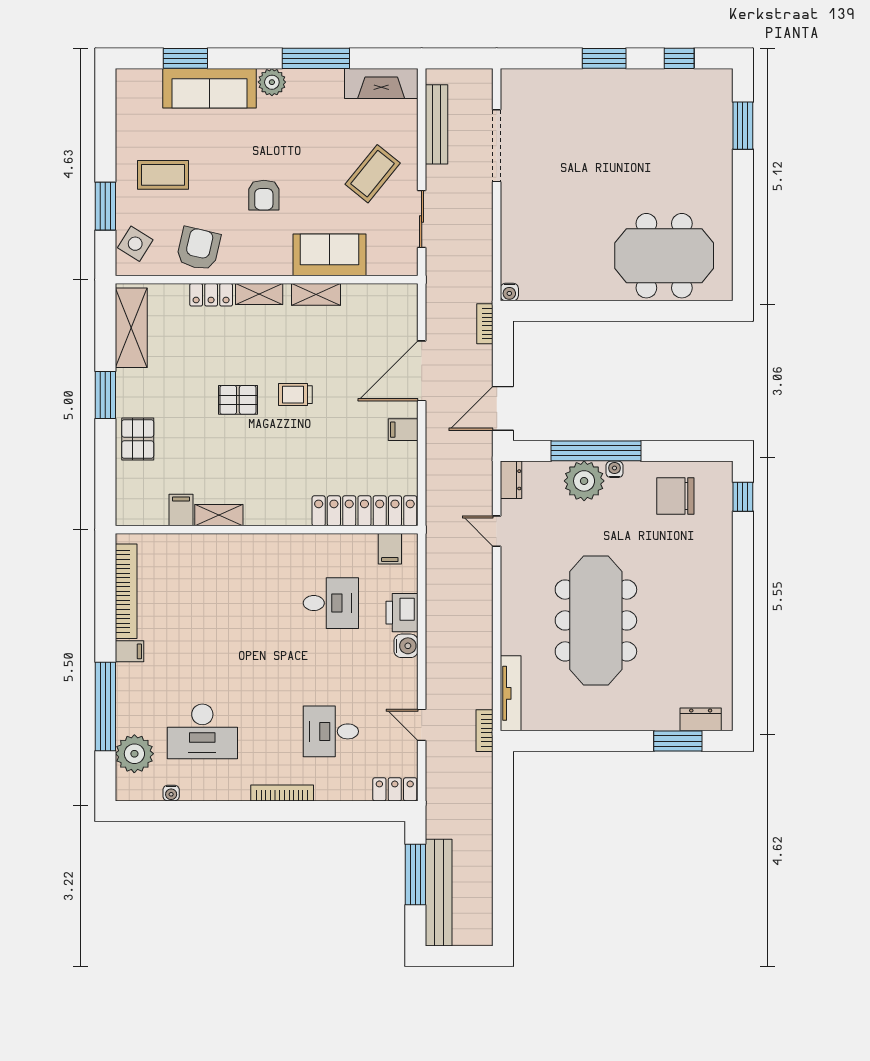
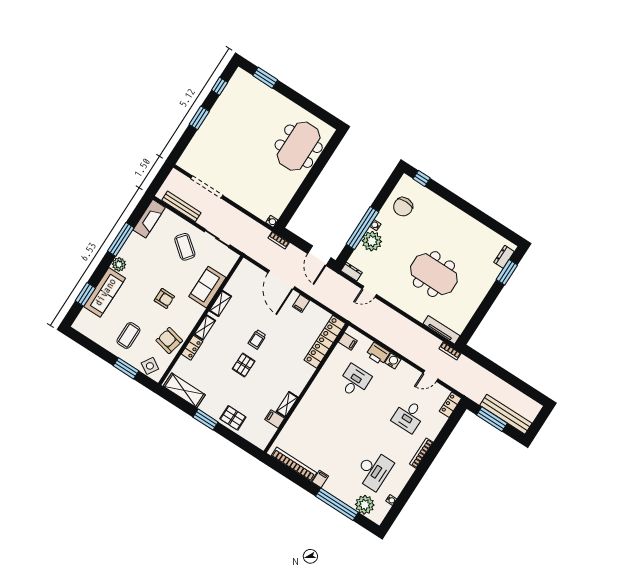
meeting table: (596, 620) -> (434, 274), width x0.73

